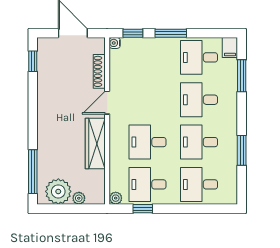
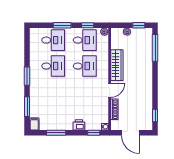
window: (171, 33) -> (56, 133), moved
printer: (157, 46) -> (79, 125), added
desk: (199, 57) -> (53, 118), removed
desk: (199, 100) -> (53, 92), removed
window: (242, 150) -> (27, 76), moved
plant: (58, 191) -> (139, 36), removed
window: (59, 209) -> (139, 25), added
window: (184, 209) -> (62, 25), added

